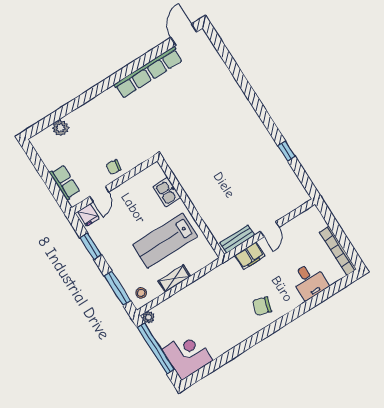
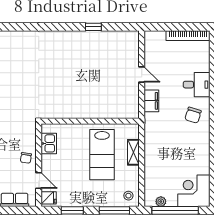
kitchen sink: (167, 192) -> (49, 143), moved, turned -90
bench: (237, 239) -> (134, 102), removed
shelving: (174, 279) -> (133, 152), moved
desk: (309, 281) -> (197, 85), moved
plant: (148, 317) -> (161, 202), moved

